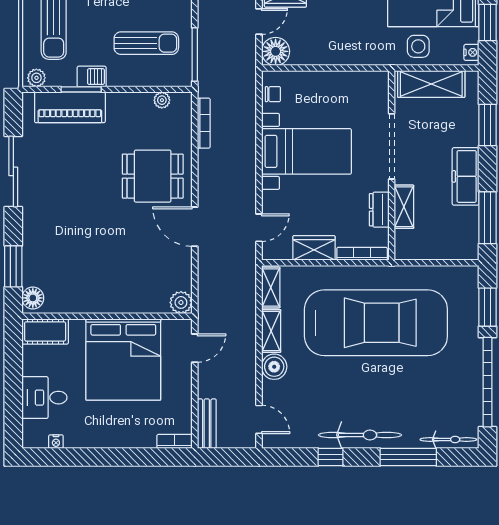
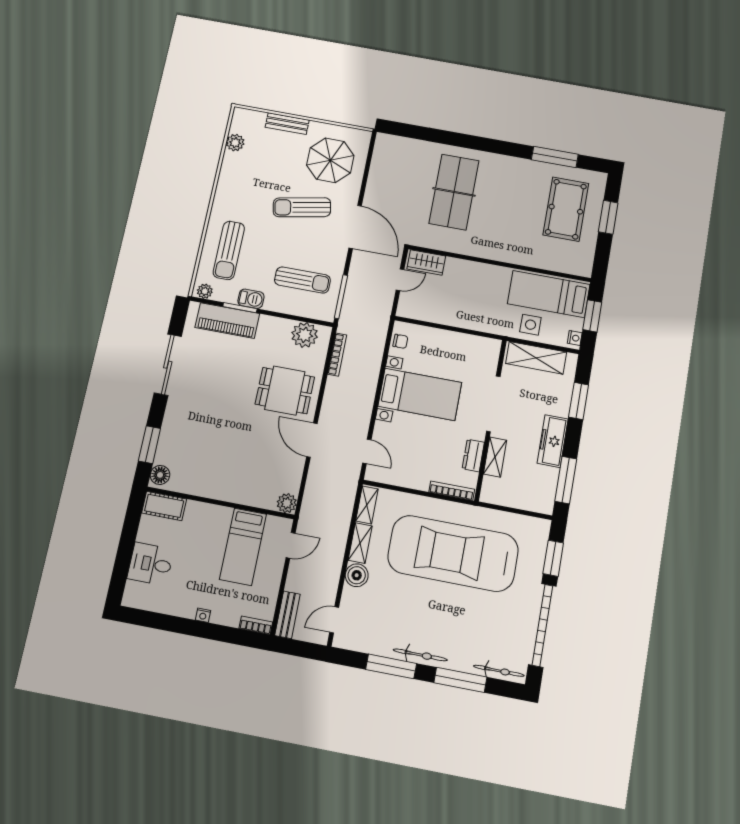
floor lamp: (276, 51) -> (409, 307), removed
plant: (162, 100) -> (305, 335), width x1.88, depth x1.88
door: (259, 228) -> (367, 451), hinge flipped
wardrobe: (314, 248) -> (411, 478), removed
car: (376, 323) -> (453, 553), turned 180
bed: (123, 359) -> (243, 547), width x0.49
door: (259, 419) -> (334, 620), swing flipped
bicycle: (360, 435) -> (420, 655), width x0.73, depth x0.71
nightstand: (56, 442) -> (203, 615), moved
window: (331, 457) -> (391, 666), width x2.17

